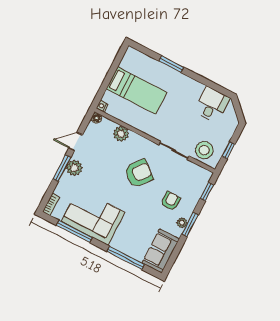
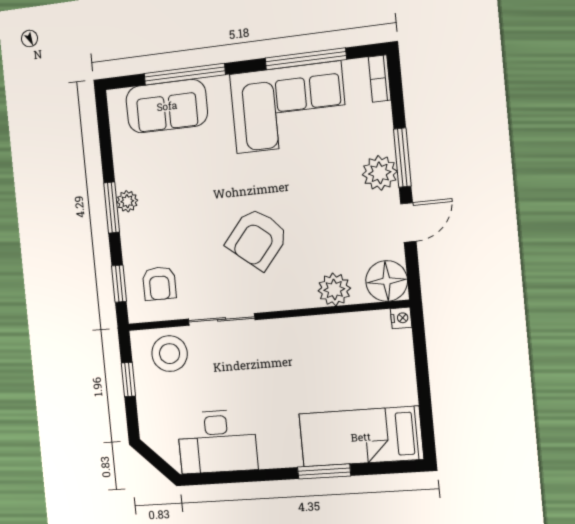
bed: (137, 90) -> (361, 437), moved
desk: (212, 105) -> (217, 442), width x1.37
floor lamp: (97, 118) -> (387, 281), width x1.89, depth x1.89
armchair: (171, 201) -> (159, 283), moved
sofa: (161, 251) -> (167, 106), moved, turned 90

